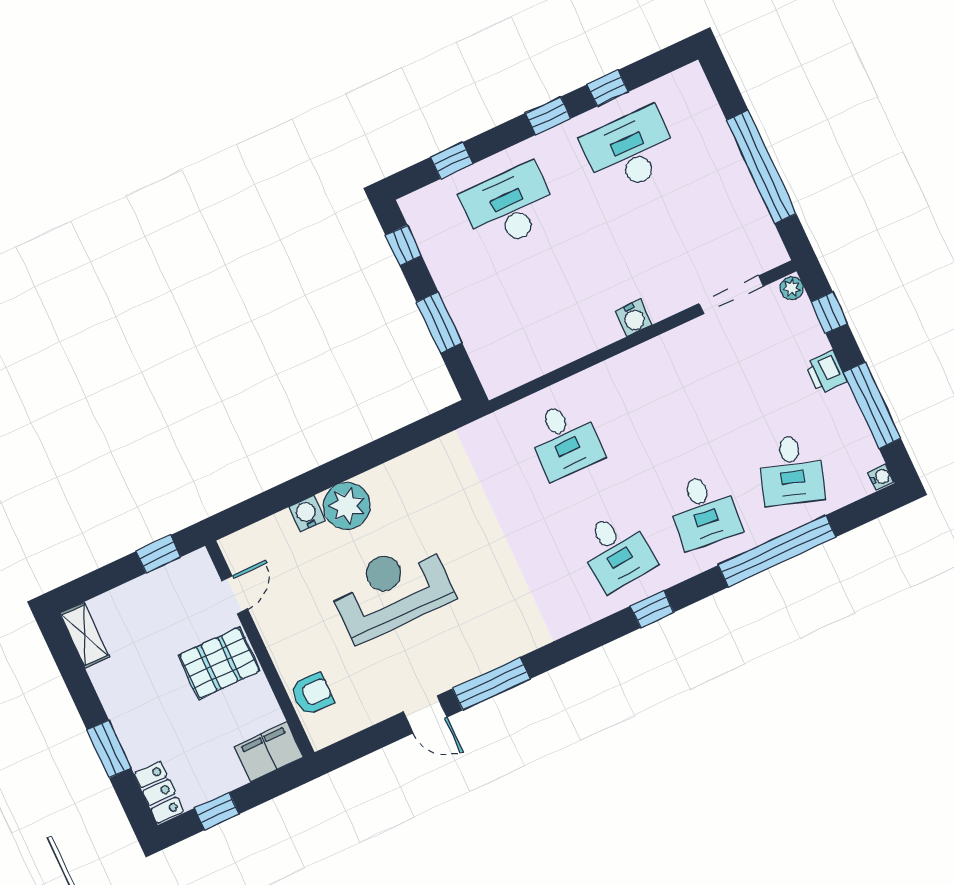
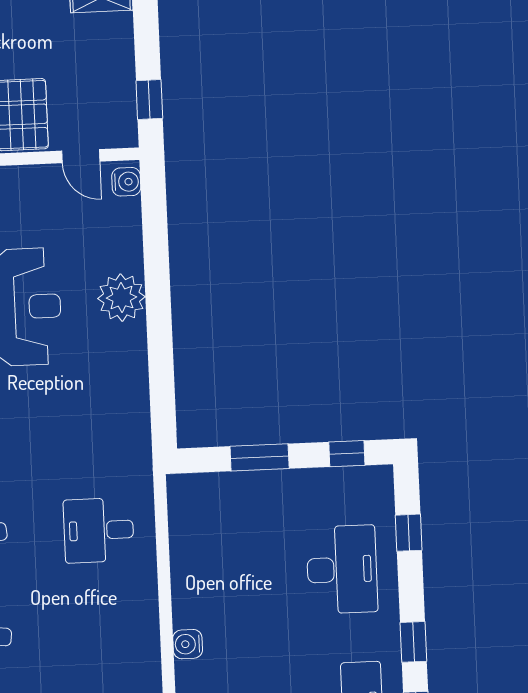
water cooler: (307, 514) -> (126, 182), moved

